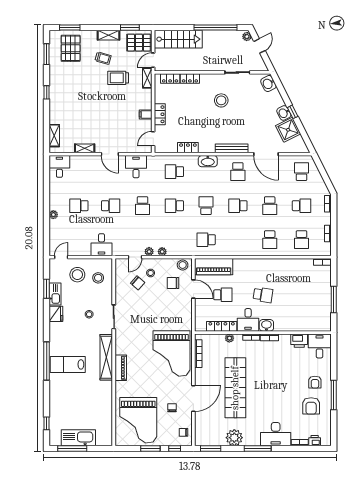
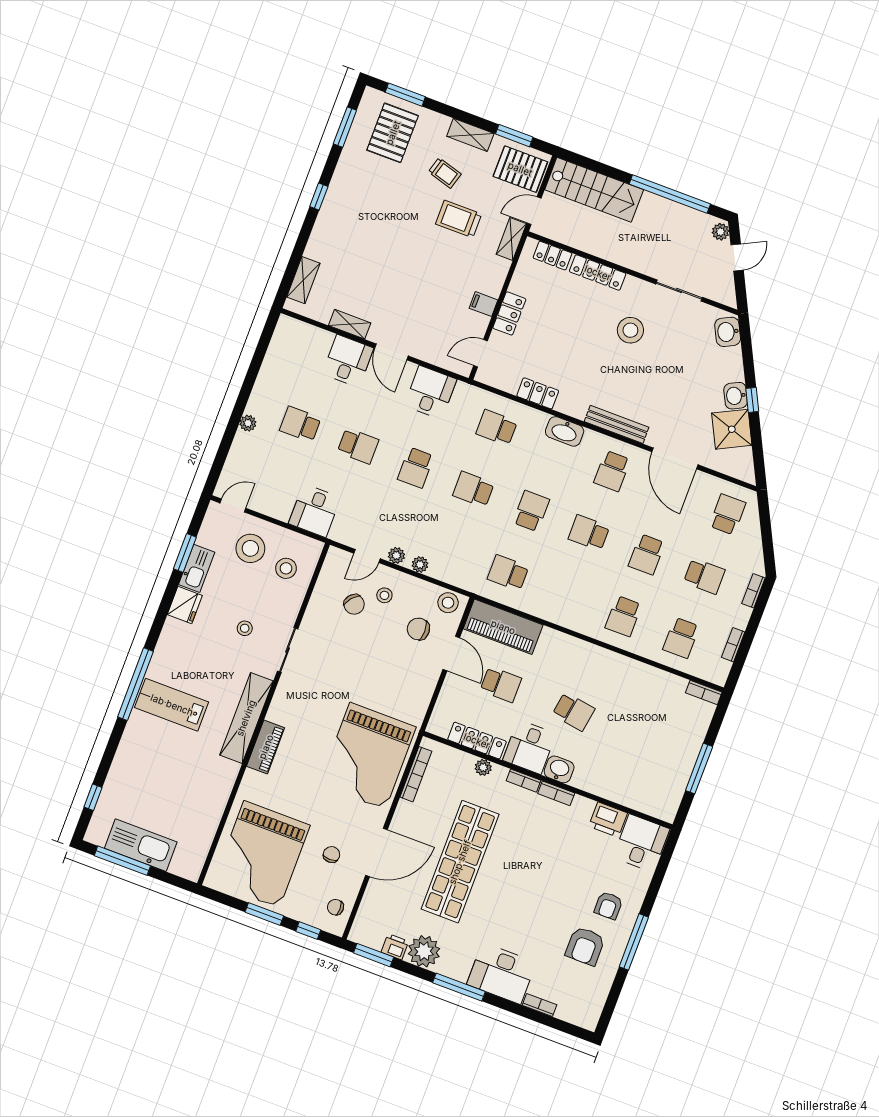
locker: (190, 78) -> (598, 273), width x1.53
desk: (59, 166) -> (348, 361), moved
printer: (315, 441) -> (395, 947), moved

